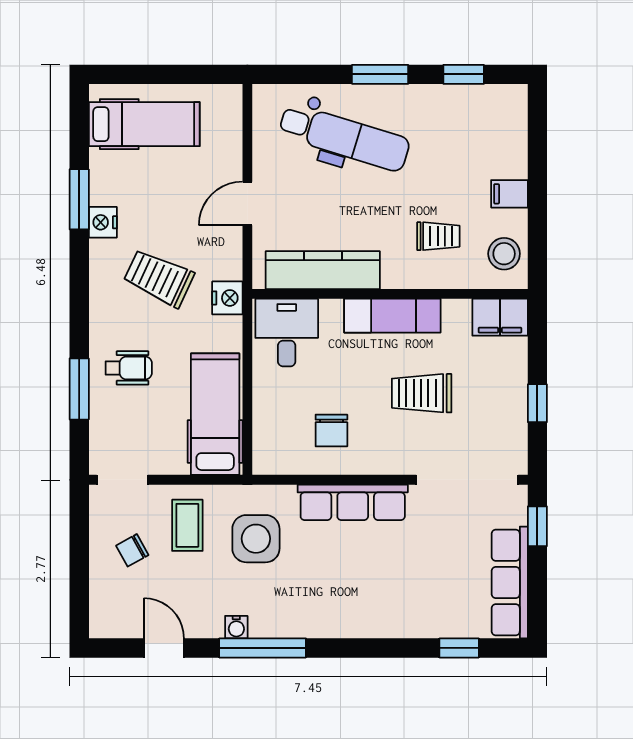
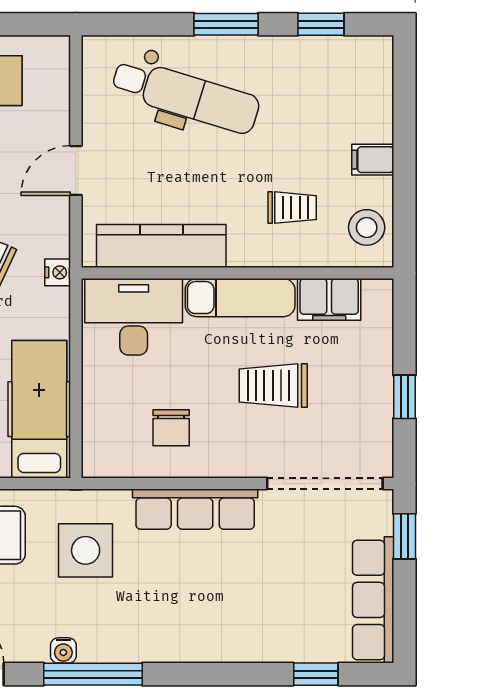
nightstand: (227, 298) -> (58, 272), width x0.72, depth x0.74
filing cabinet: (500, 317) -> (329, 299), moved
desk: (287, 333) -> (134, 317), width x1.37

